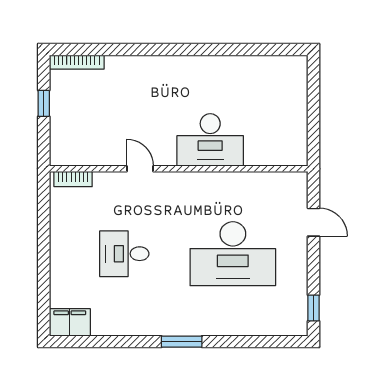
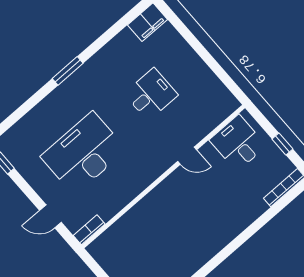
desk: (210, 140) -> (238, 143), moved, width x0.73
bookcase: (73, 179) -> (89, 230), moved

